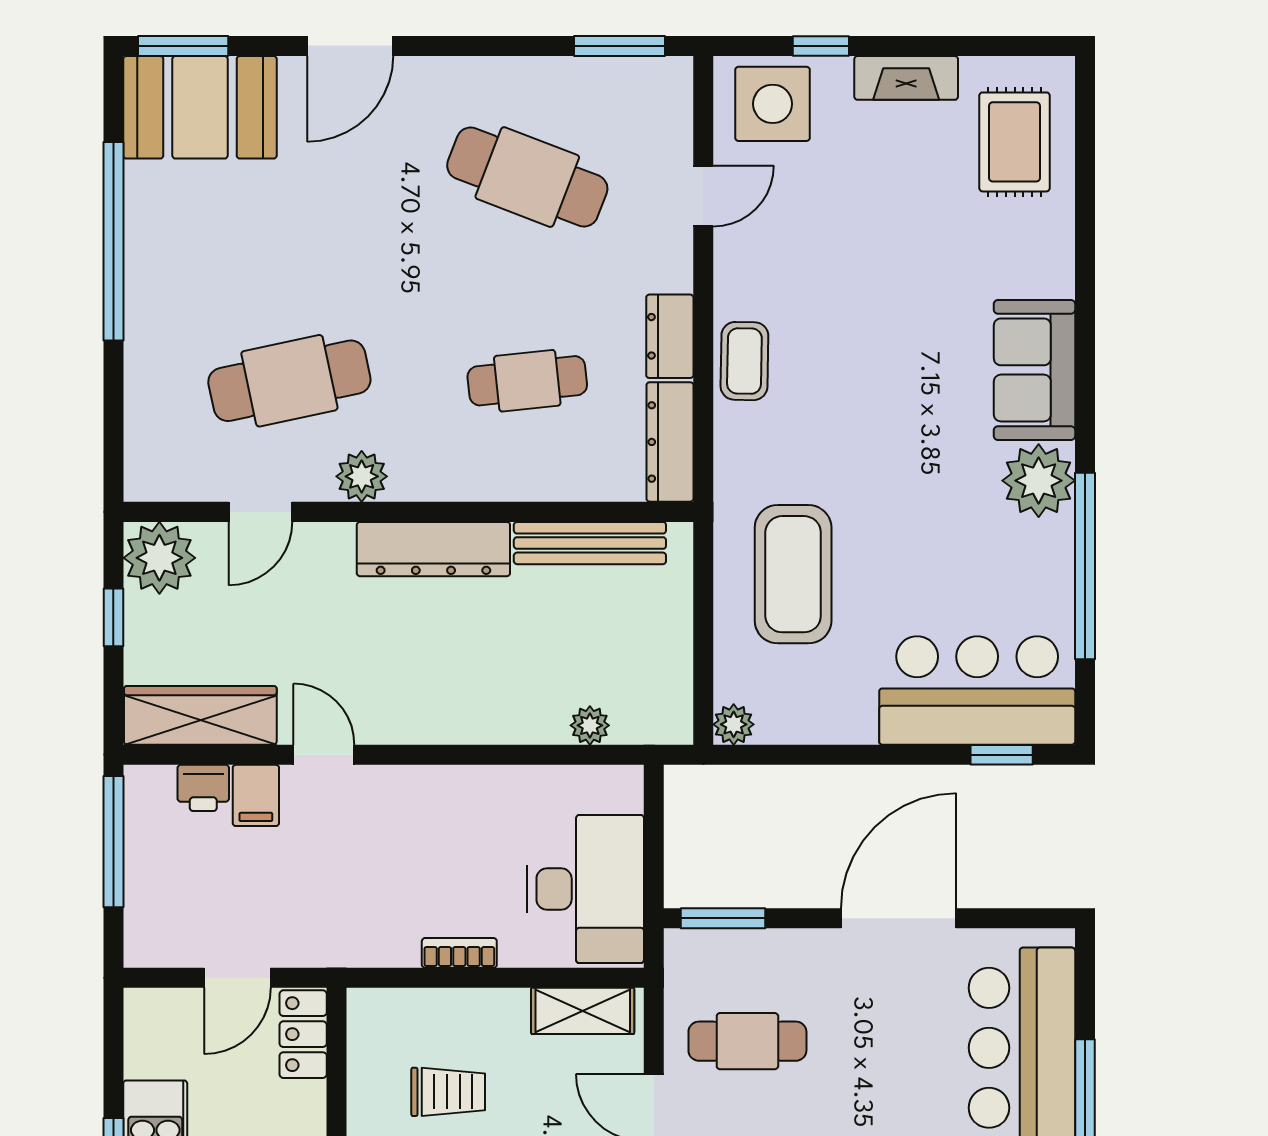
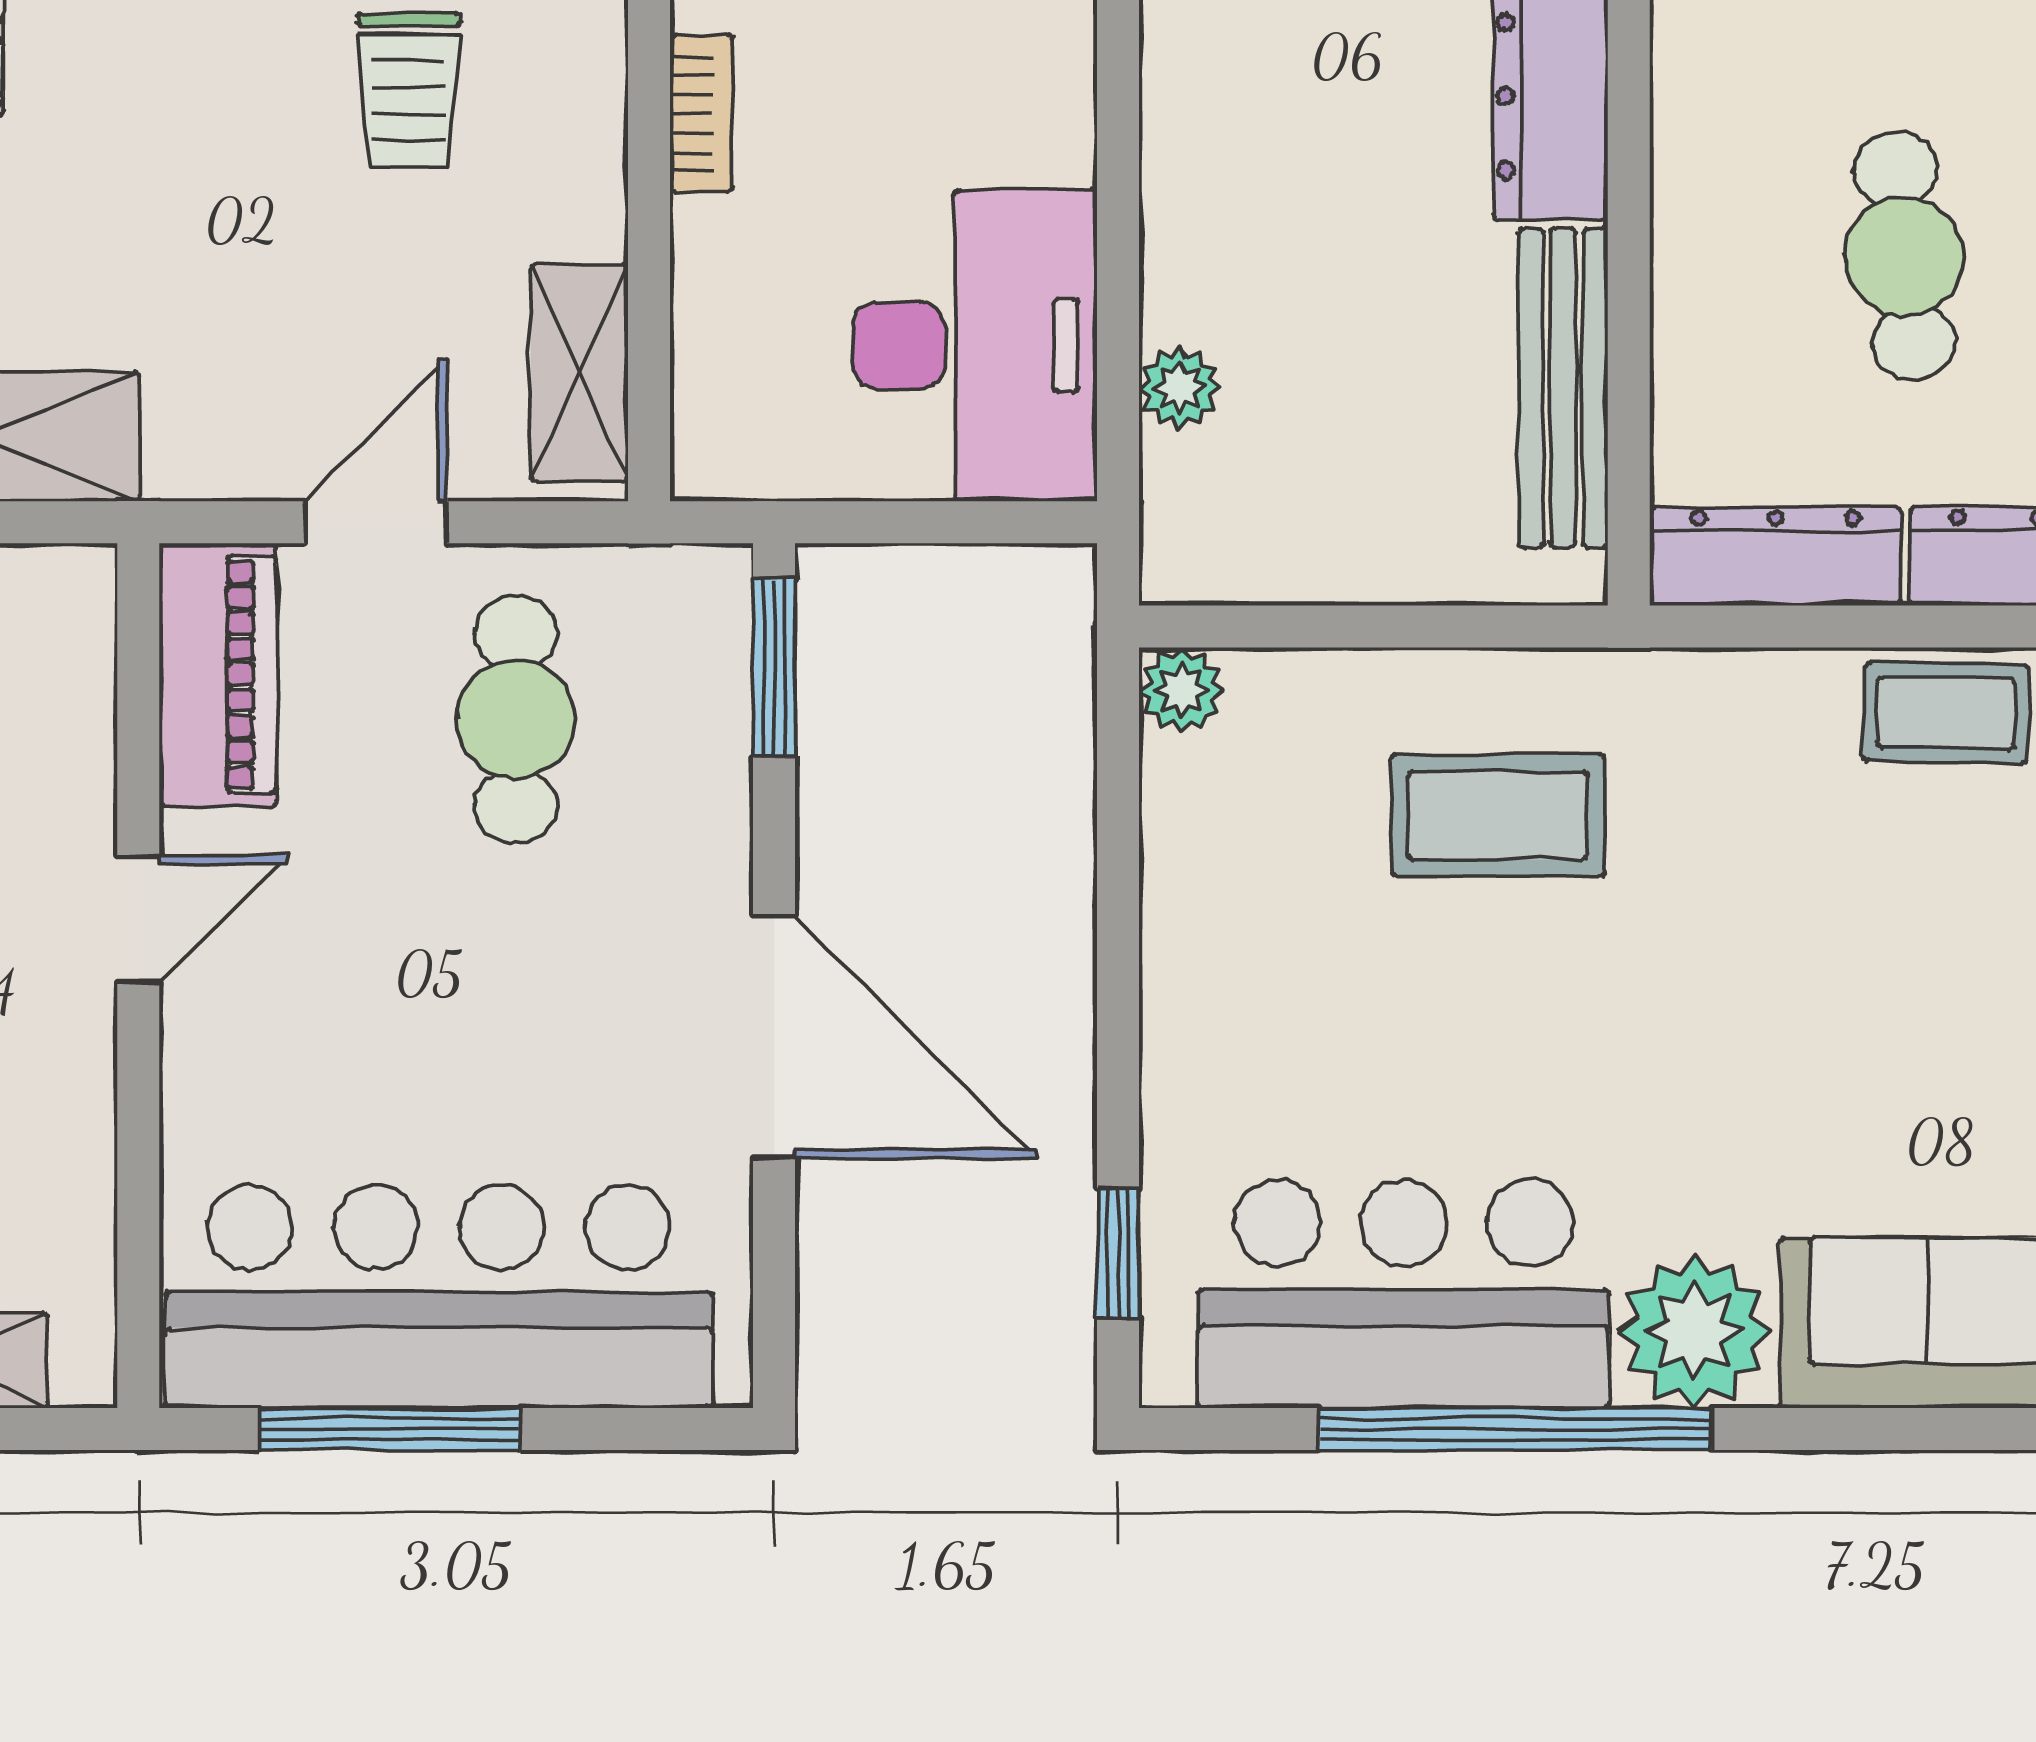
coffee table: (793, 574) -> (1498, 815), width x0.73, depth x0.76
bar counter: (977, 690) -> (1404, 1294), moved, turned -90
desk: (585, 889) -> (975, 345), moved, turned -90

